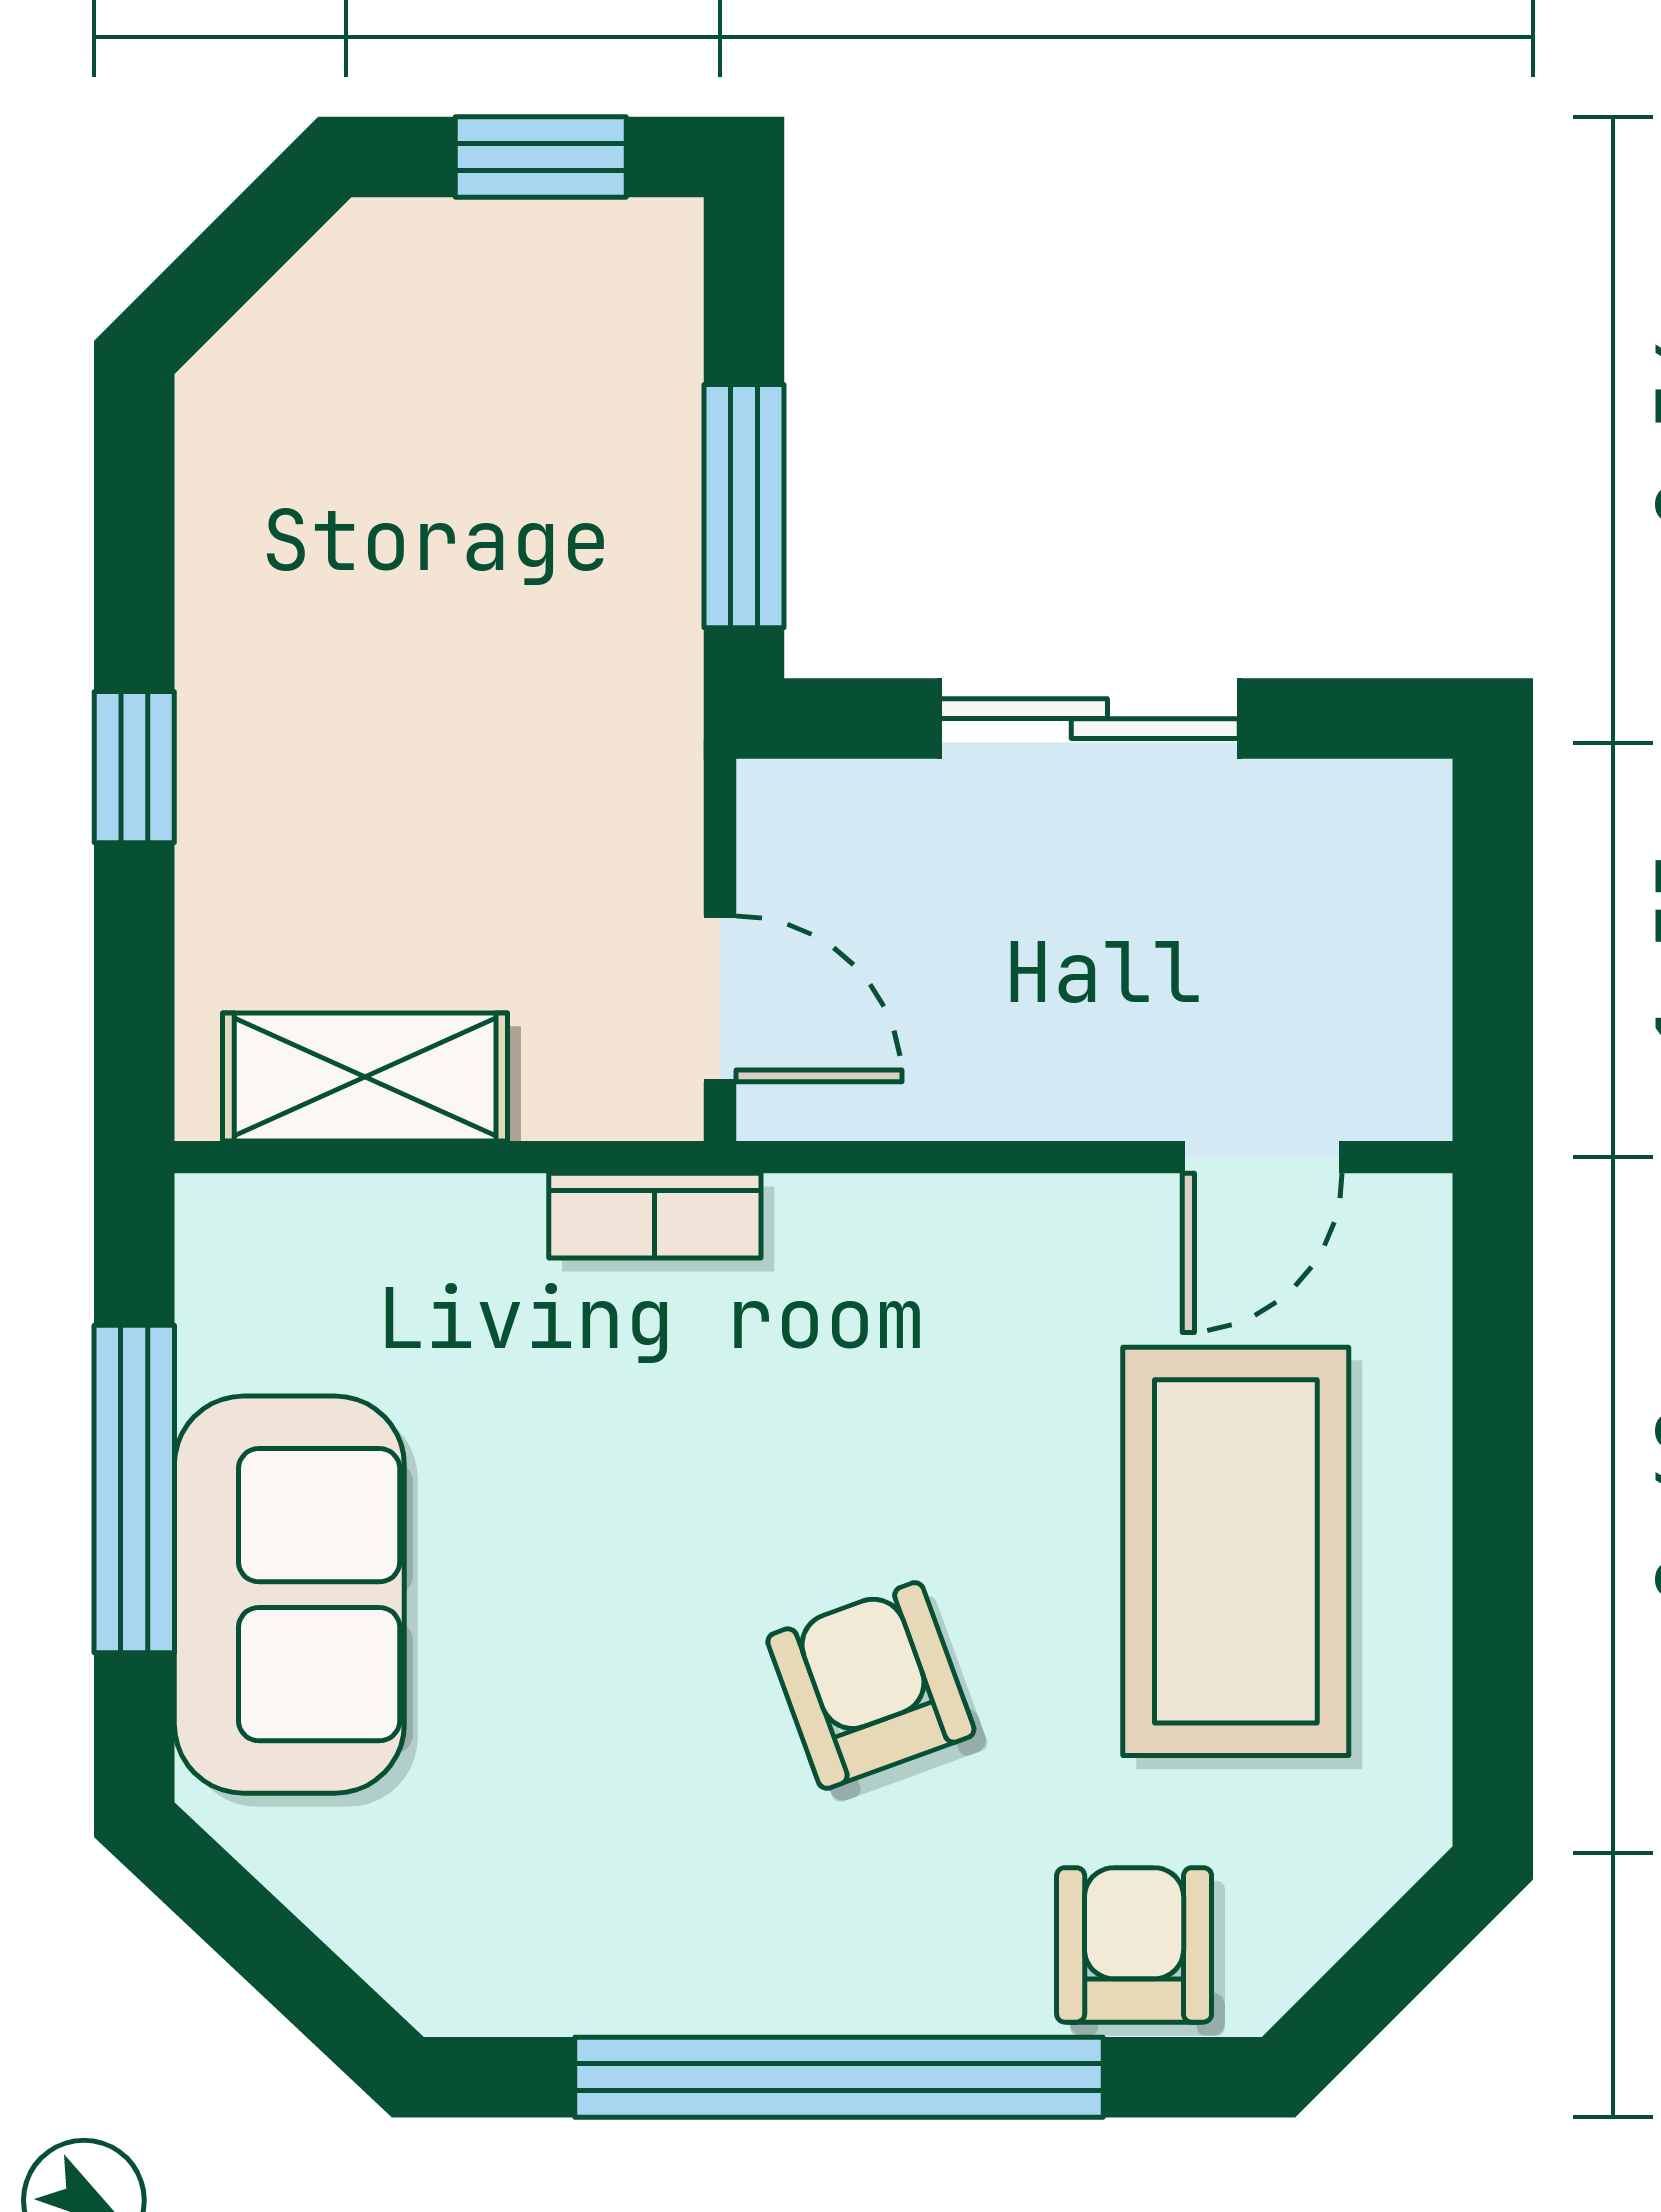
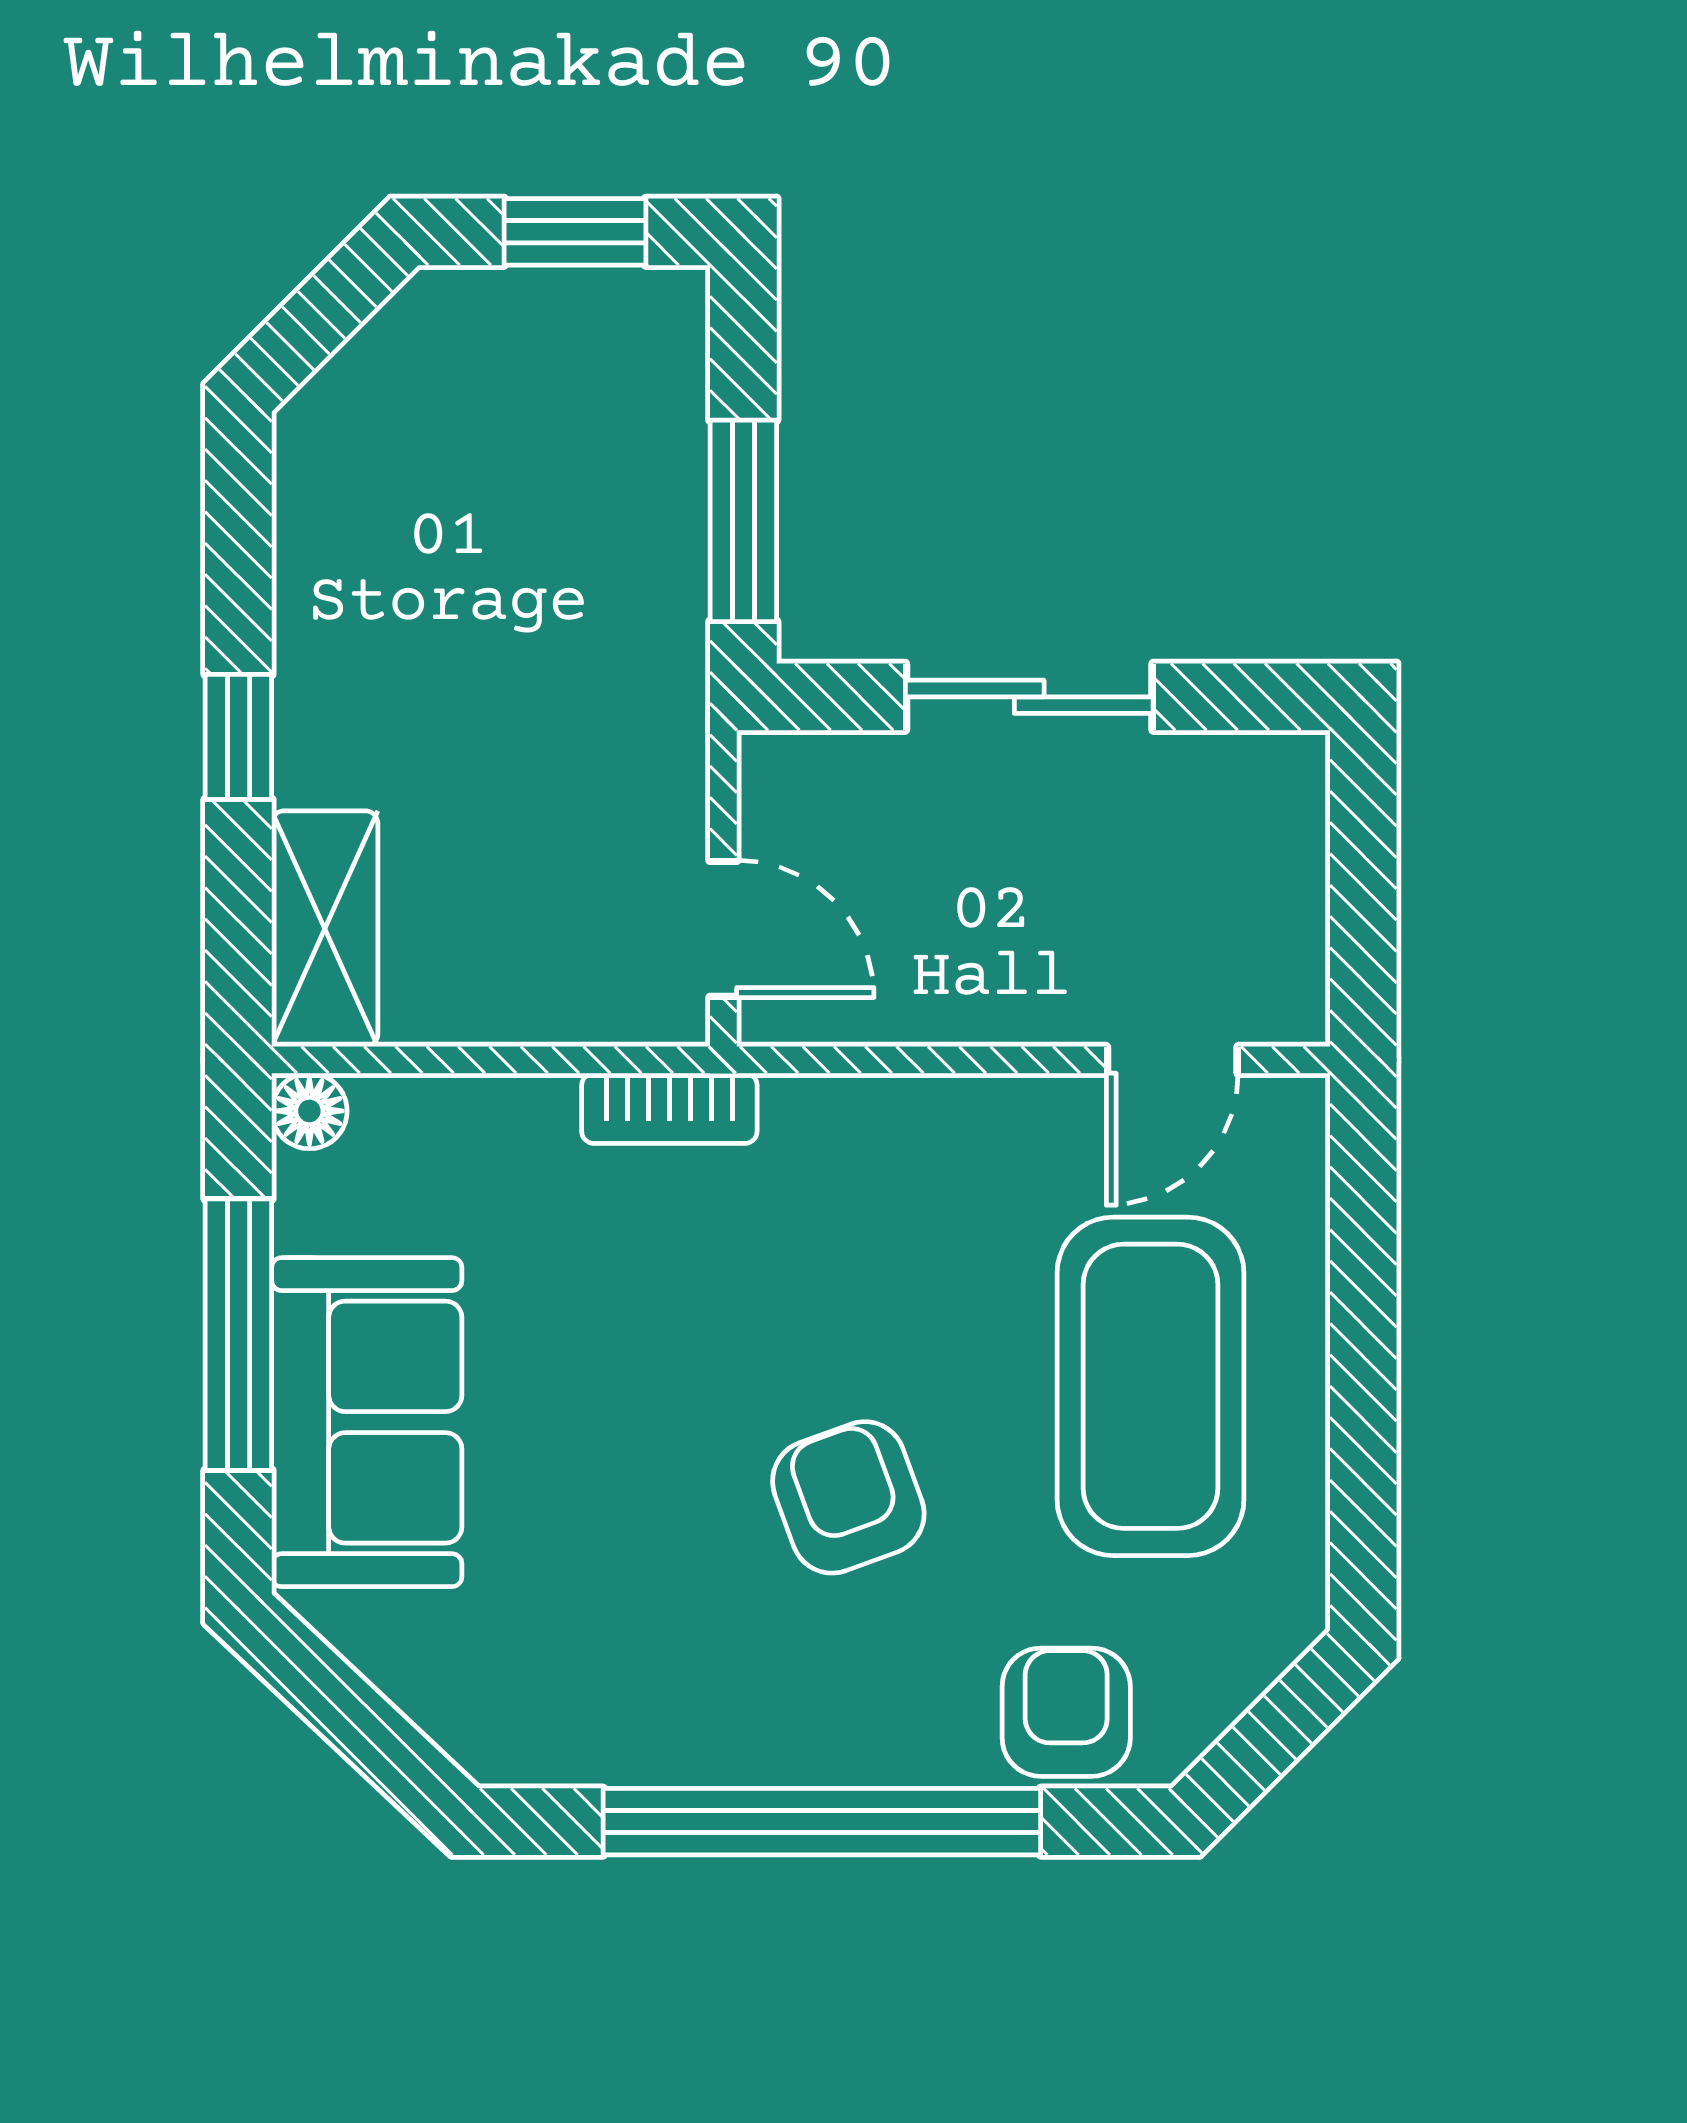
shelving: (365, 1077) -> (325, 929), moved, turned 90
floor lamp: (220, 1219) -> (309, 1111), added

